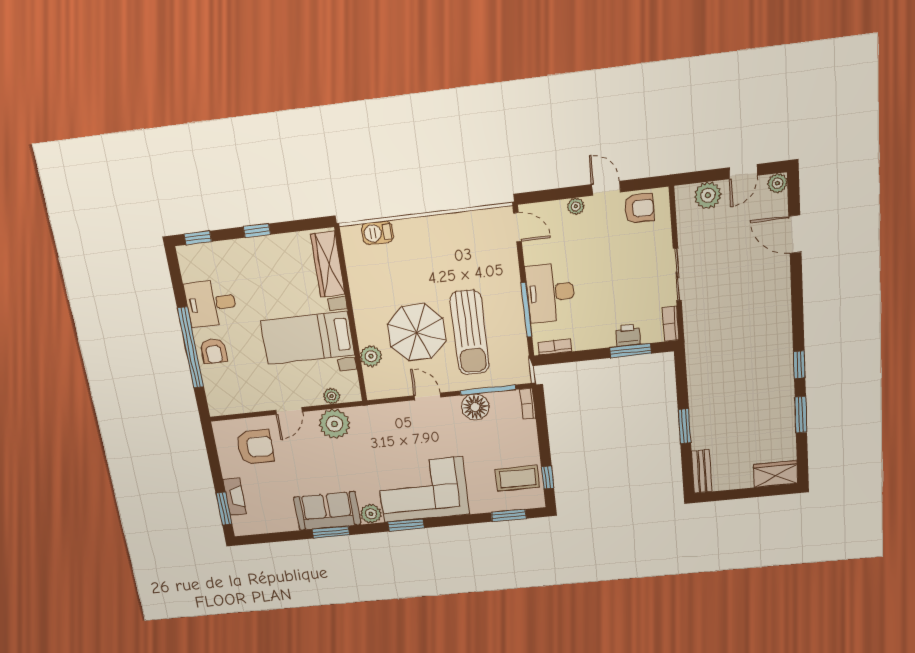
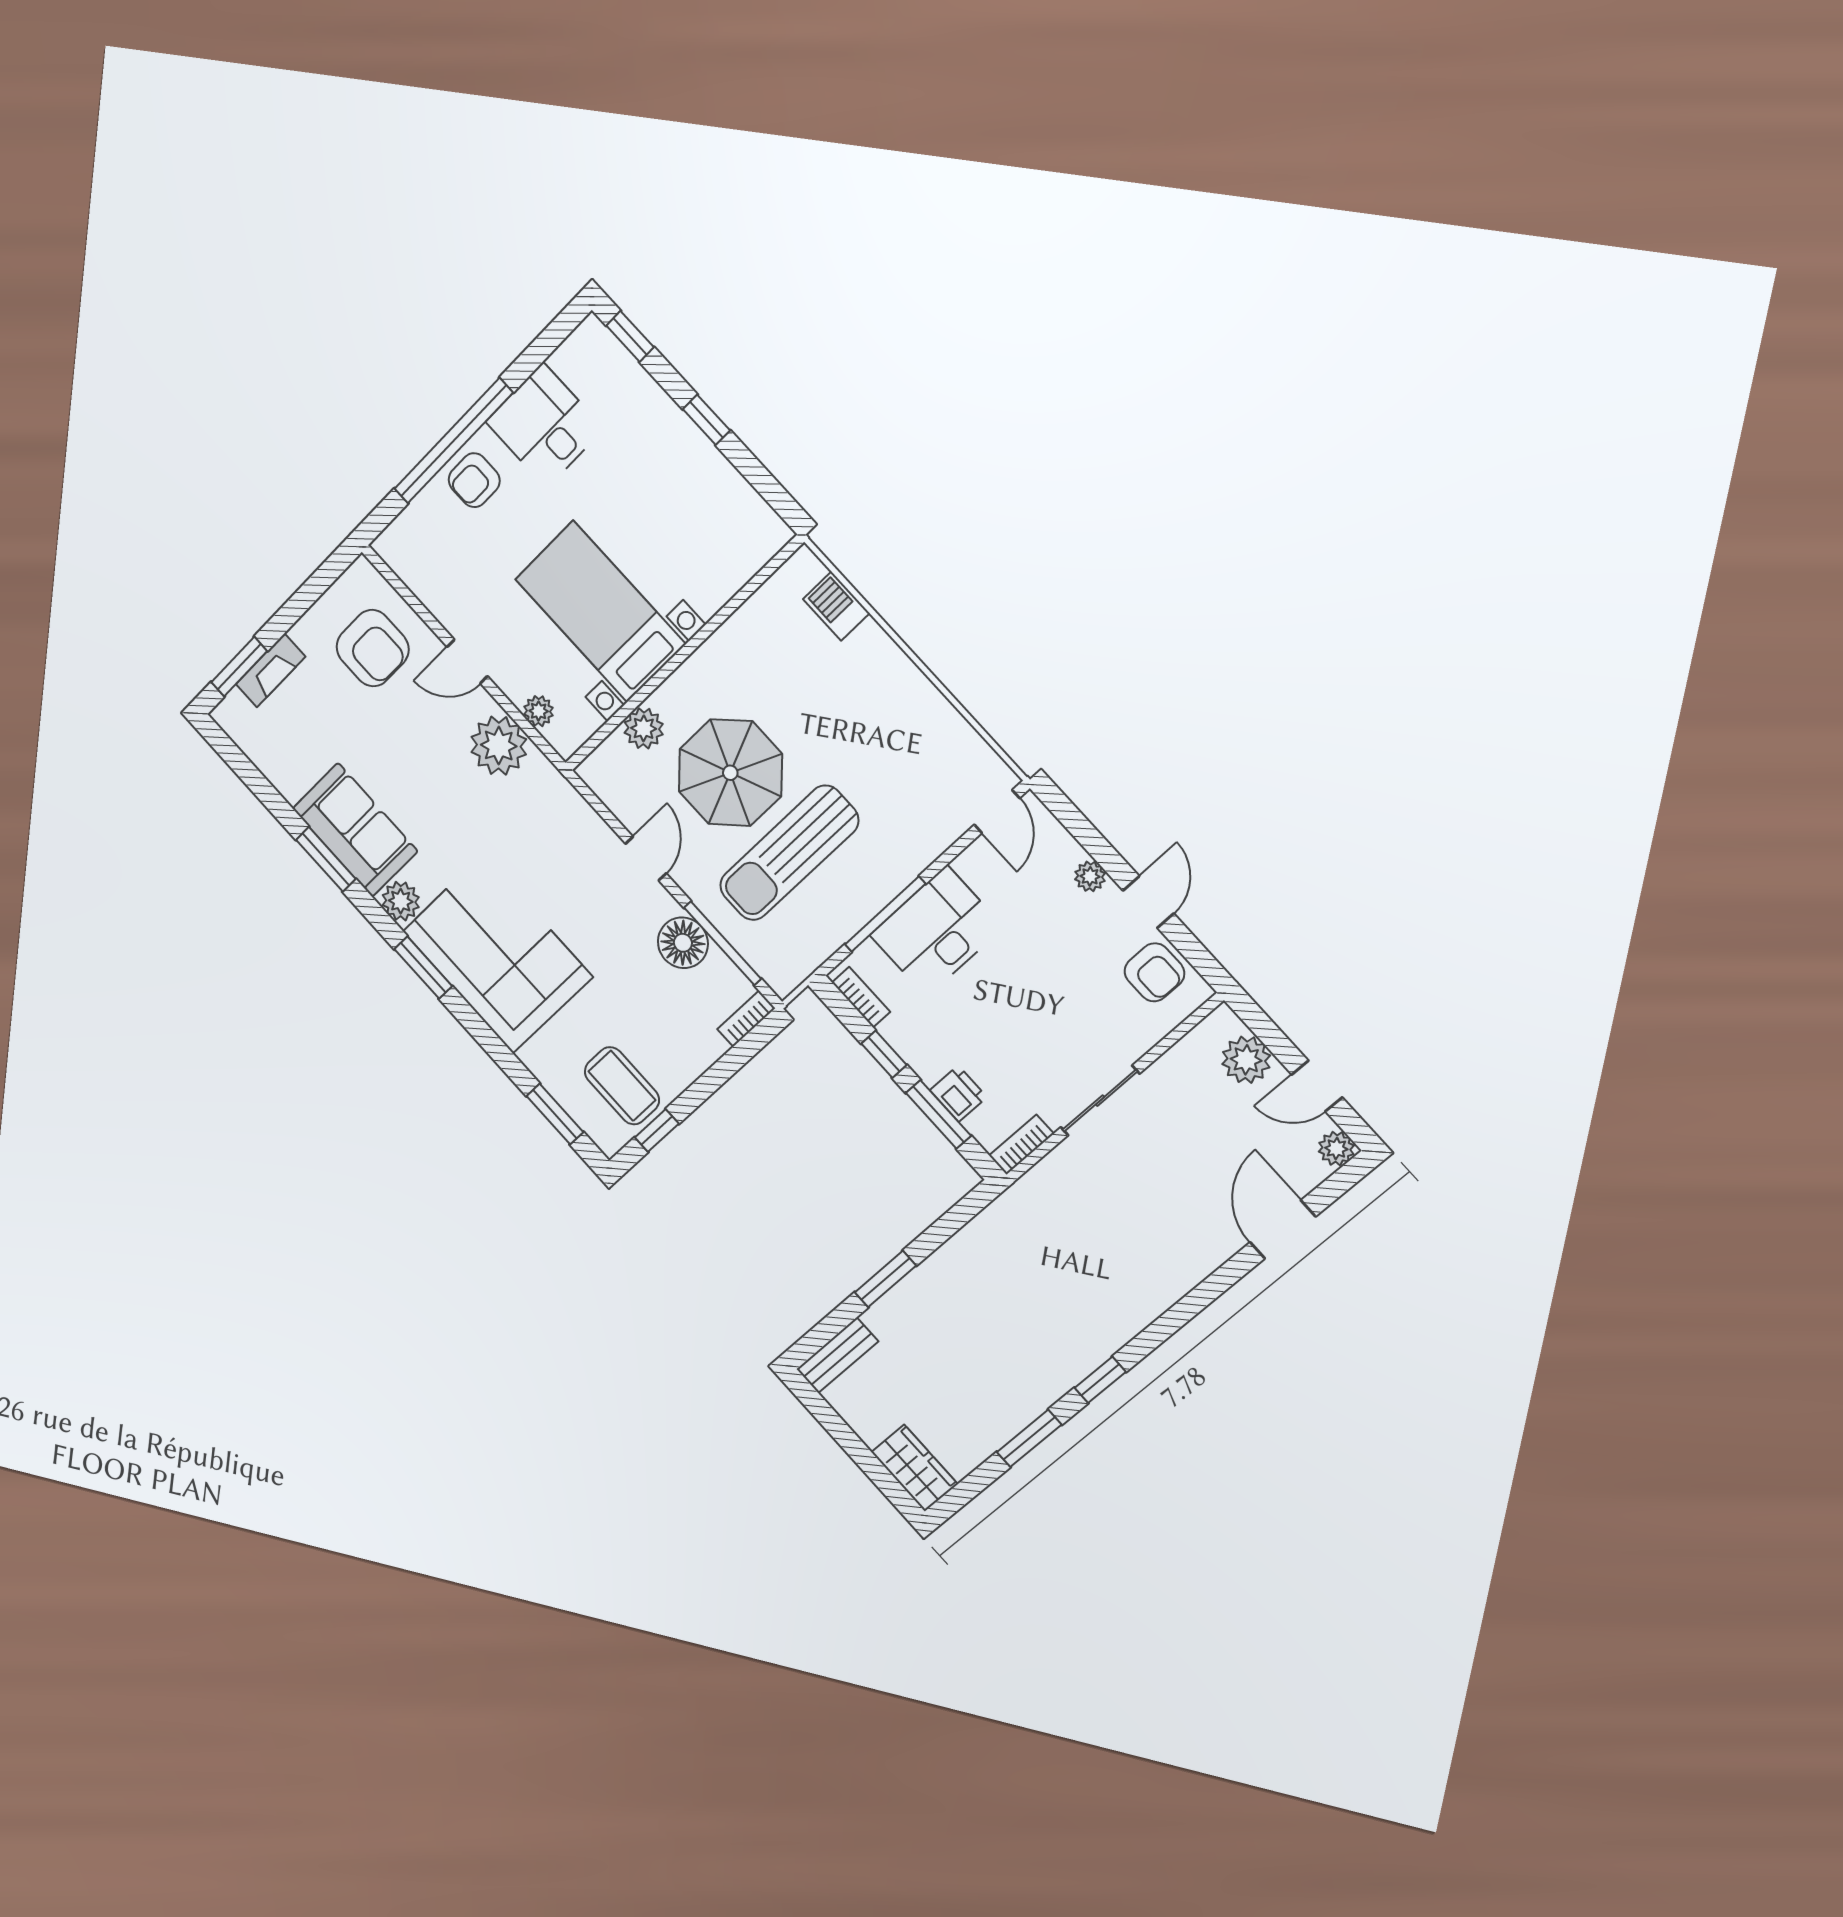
wardrobe: (328, 264) -> (734, 564), removed
window: (587, 355) -> (884, 1054), added

